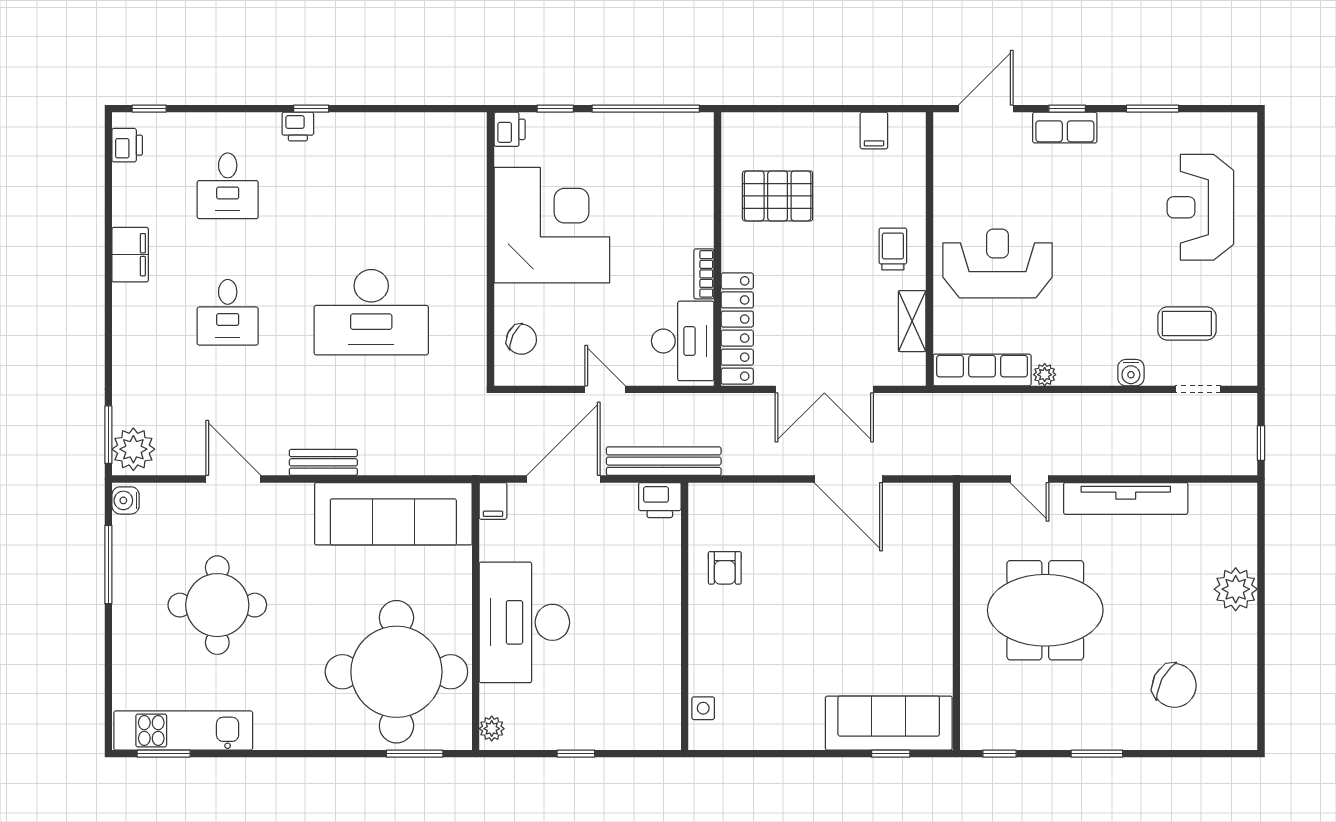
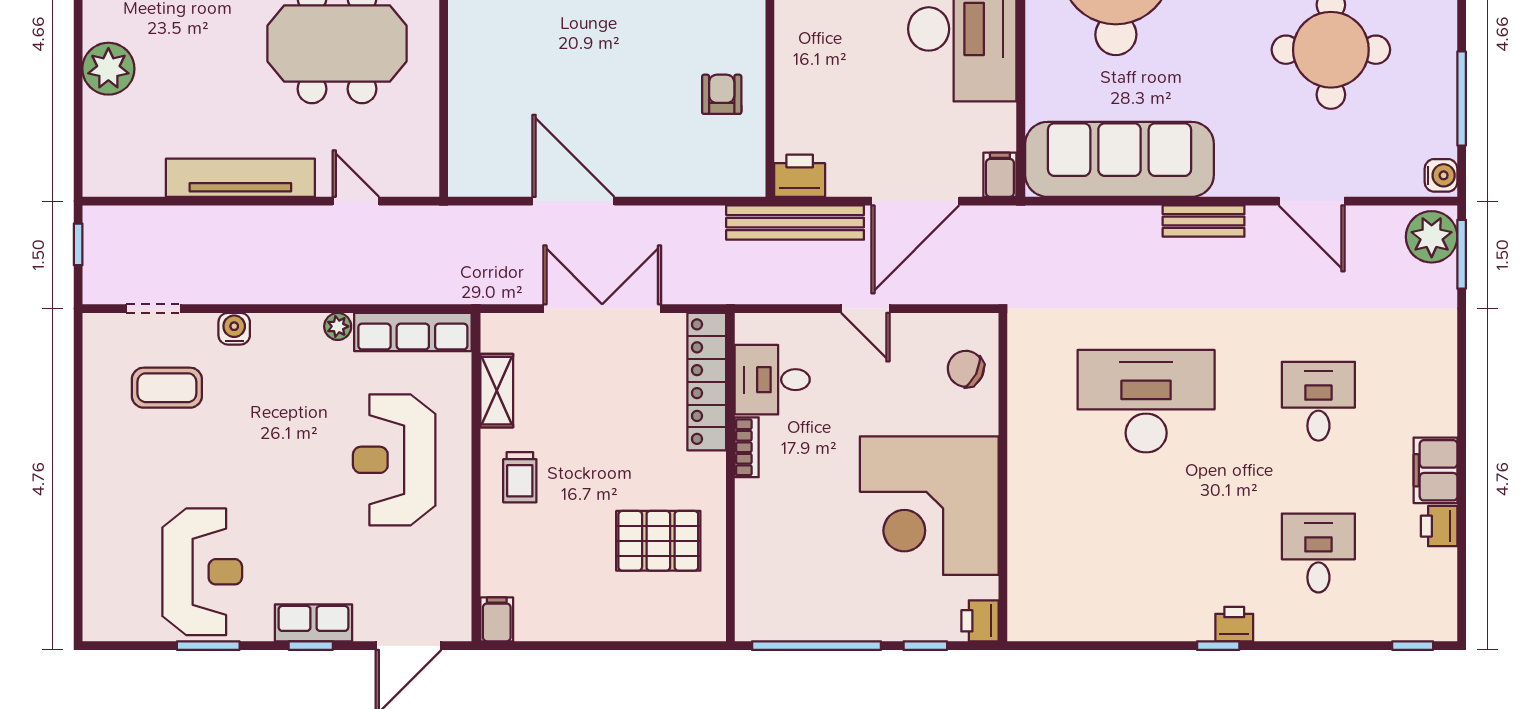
filing cabinet: (874, 131) -> (497, 619), moved
printer: (127, 145) -> (1439, 526), moved
reception desk: (1200, 207) -> (202, 572), moved
reception desk: (998, 263) -> (394, 460), turned 90
desk: (683, 341) -> (772, 380), width x0.73

